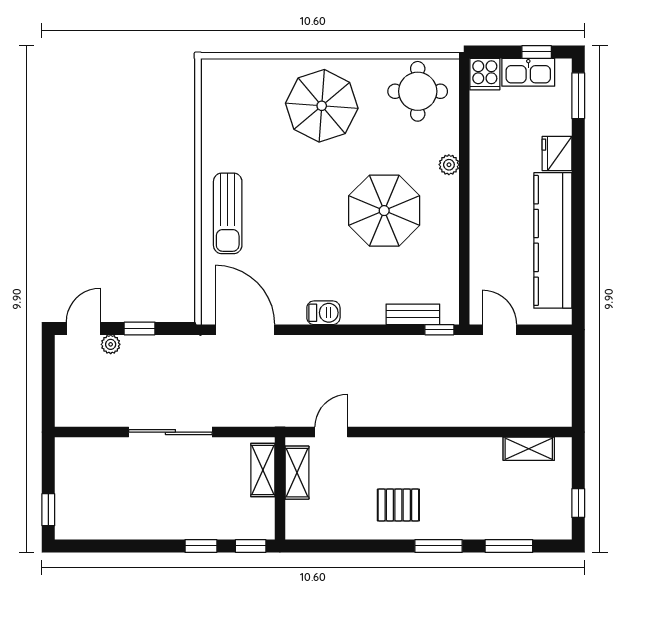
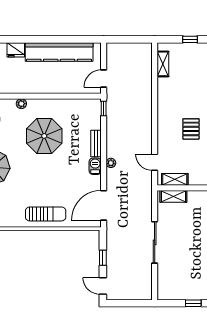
bench: (413, 314) -> (96, 144), moved
plant: (111, 344) -> (111, 163), moved

